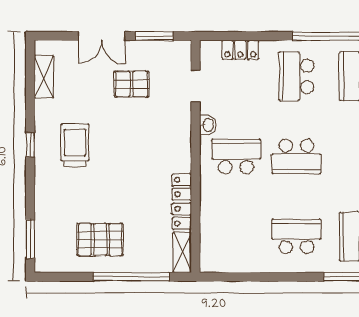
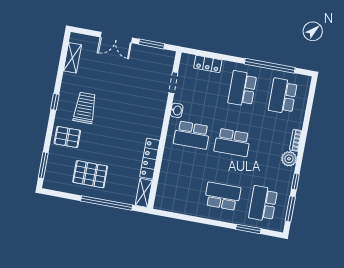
pallet: (132, 84) -> (67, 137), moved
school desk: (236, 156) -> (192, 135), turned 180

